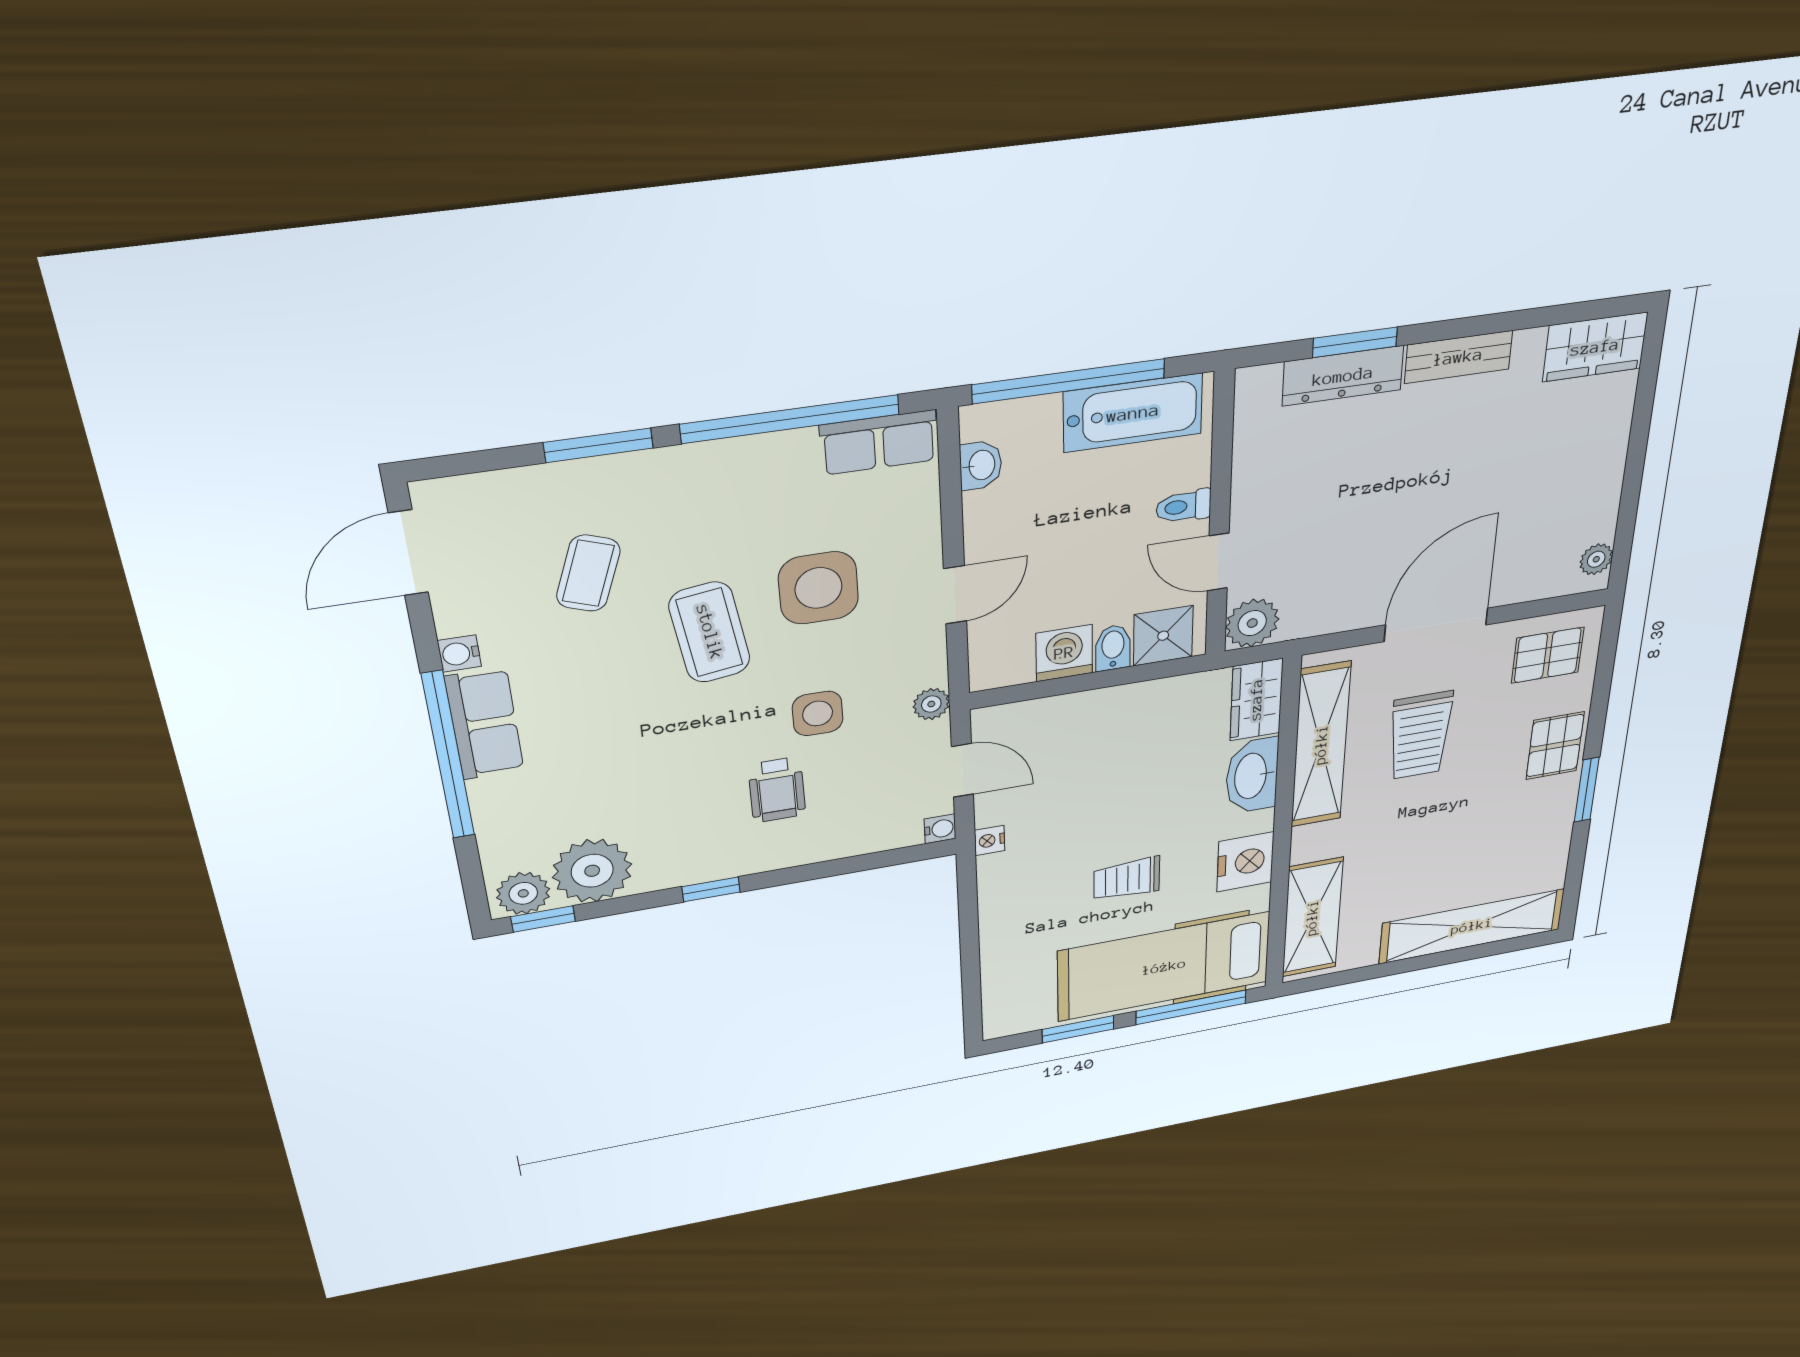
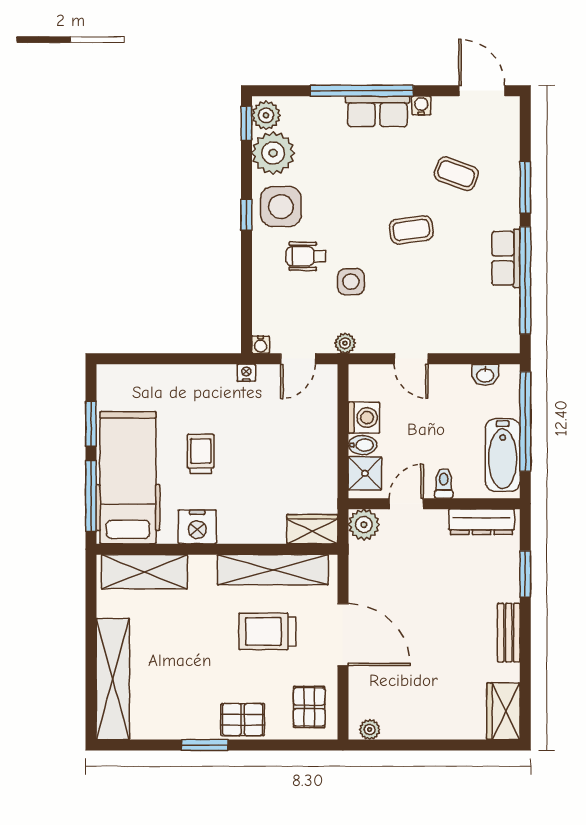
dresser: (1343, 376) -> (482, 522), moved, turned -90
row of seats: (879, 443) -> (506, 258), moved
side table: (818, 588) -> (281, 207), moved
coffee table: (710, 632) -> (411, 230), width x0.73, depth x0.77
washbasin: (1252, 776) -> (260, 529), removed

